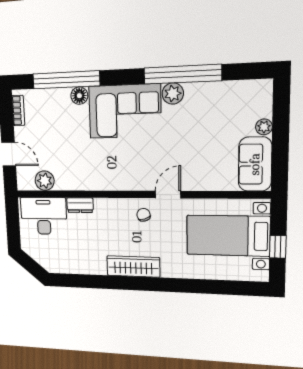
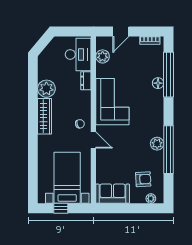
corner sofa: (125, 111) -> (112, 102), moved, turned 180
armchair: (231, 114) -> (143, 179), added
plant: (264, 127) -> (151, 199), moved
plant: (93, 262) -> (46, 89), added

